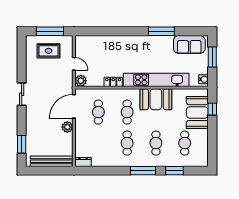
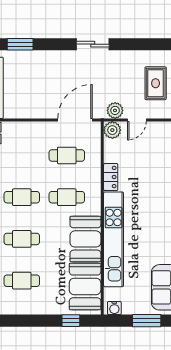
door: (74, 106) -> (75, 120), hinge flipped
booth: (197, 113) -> (85, 286), moved, turned 90
plant: (67, 127) -> (115, 110), moved

